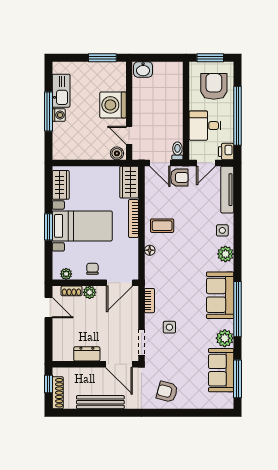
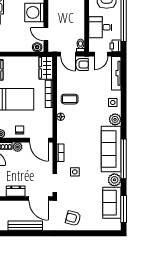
door: (119, 283) -> (39, 140), hinge flipped
sofa: (220, 295) -> (111, 149), width x1.36

